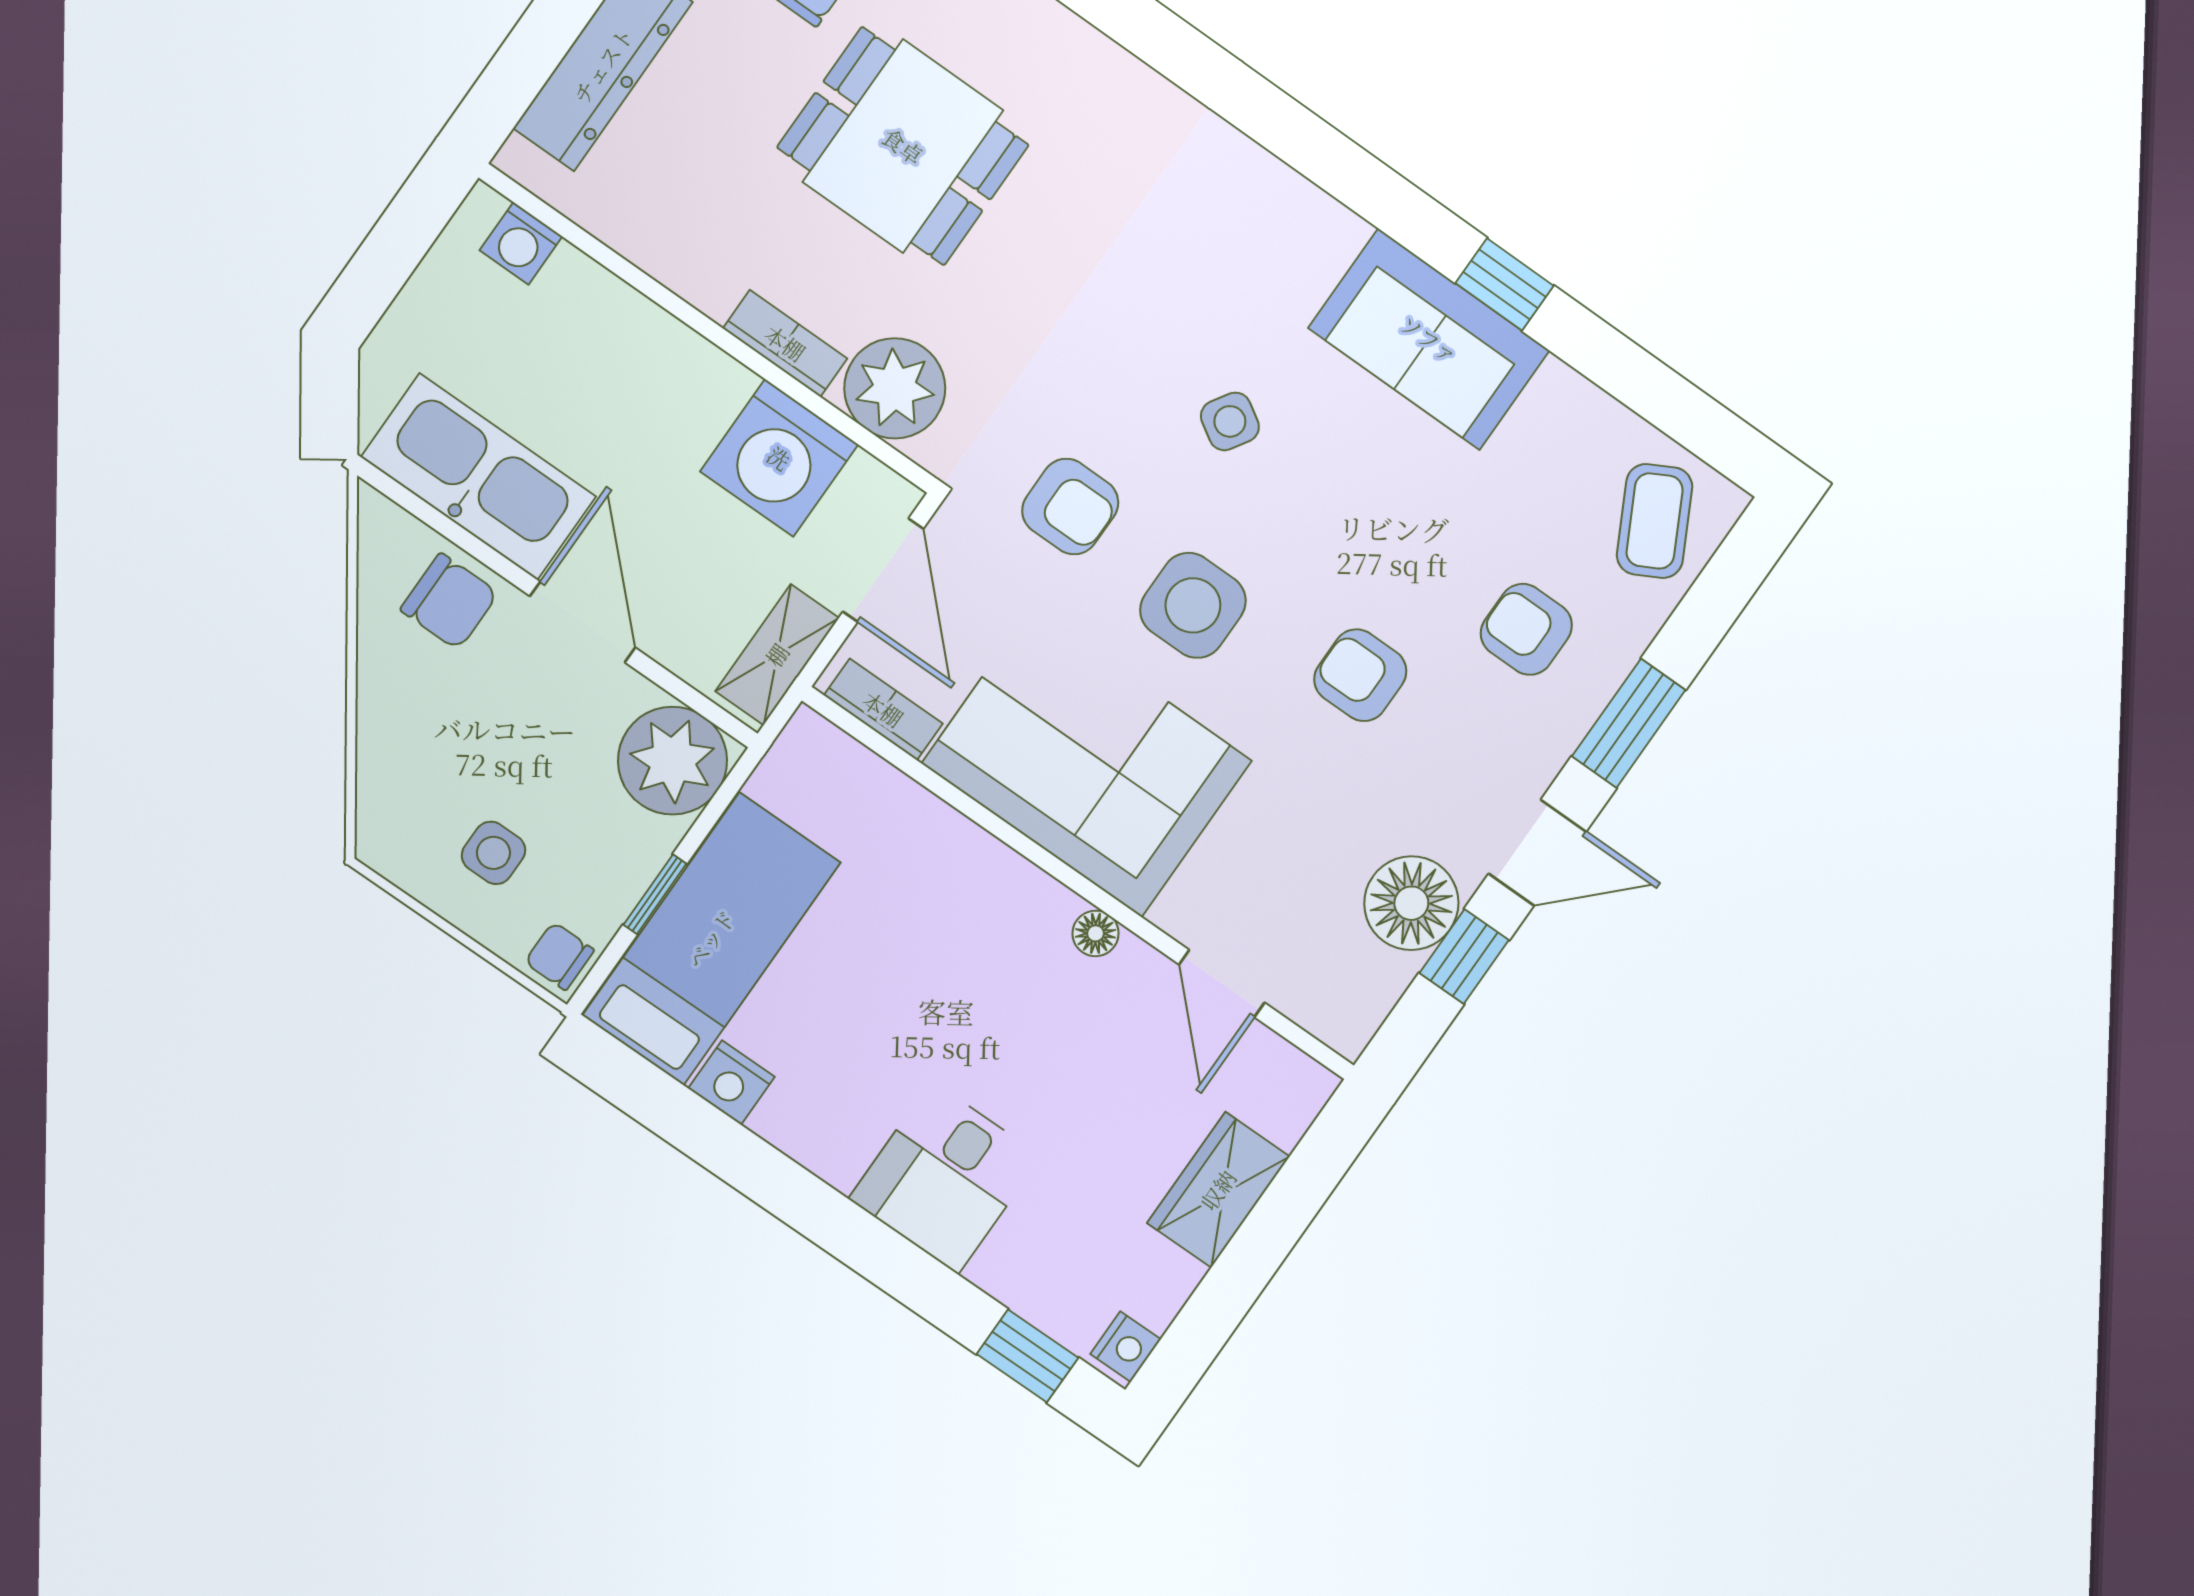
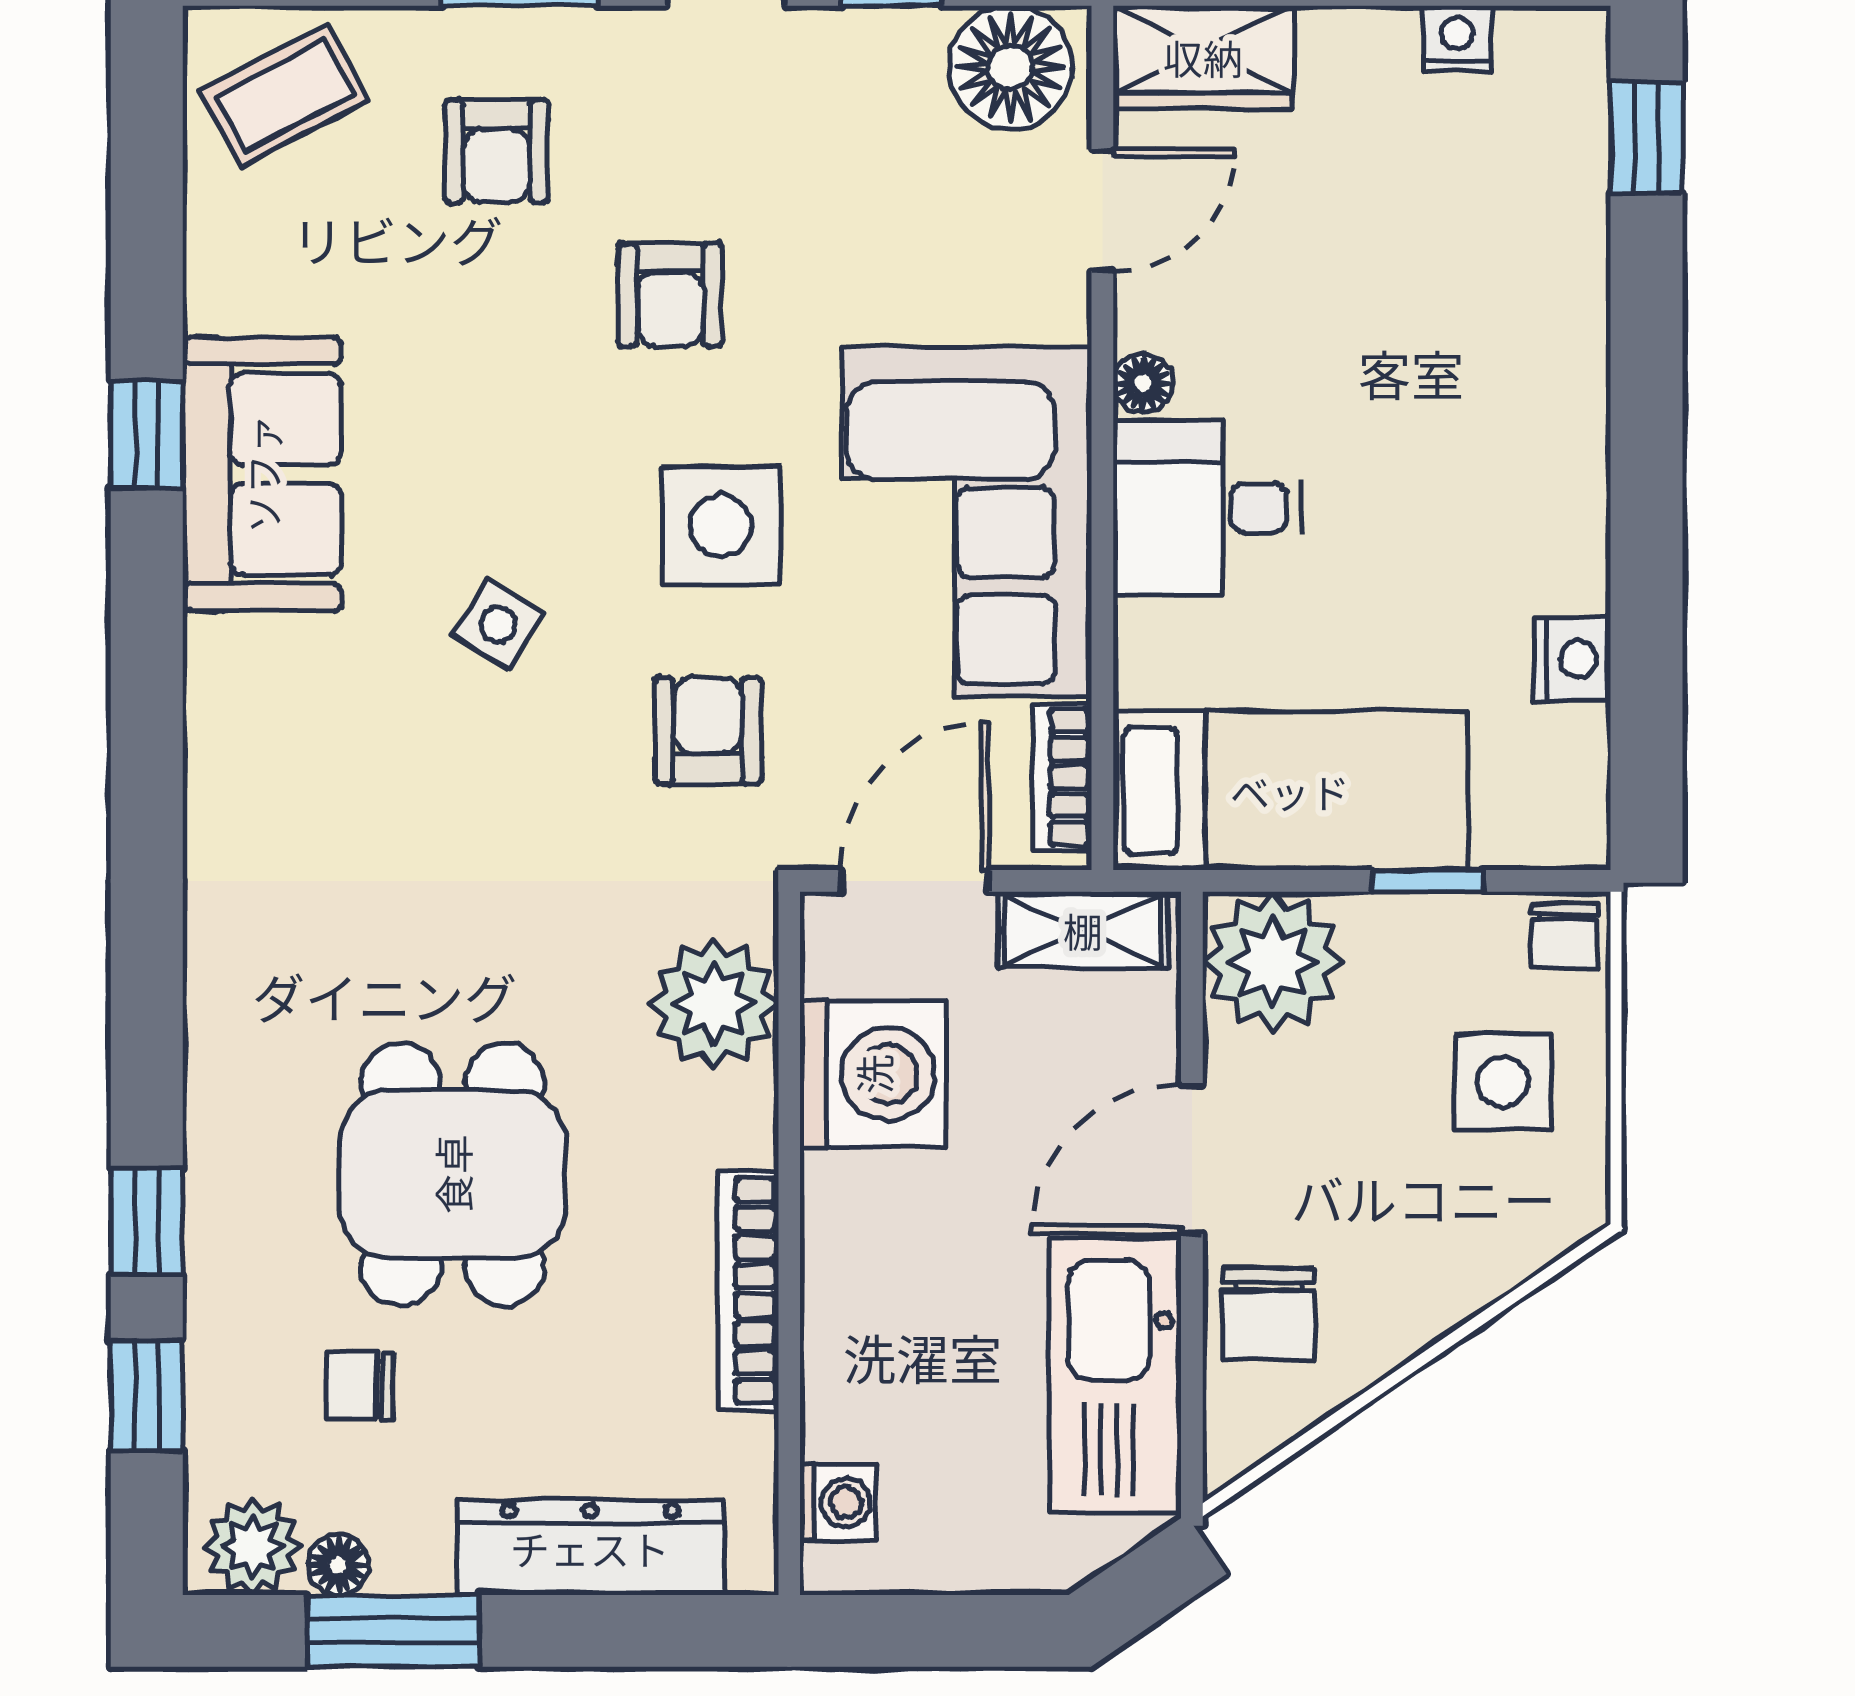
bookcase: (785, 343) -> (748, 1291), moved, width x1.56
chair: (449, 601) -> (1268, 1314), turned 180
side table: (493, 853) -> (1503, 1082), width x1.37, depth x1.37
floor lamp: (1411, 903) -> (1011, 67), moved
bed: (711, 939) -> (1290, 791), moved, turned 180
desk: (945, 1178) -> (1208, 508), moved, turned 180
wardrobe: (1218, 1190) -> (1203, 57), moved
nightstand: (1126, 1347) -> (1457, 38), moved

